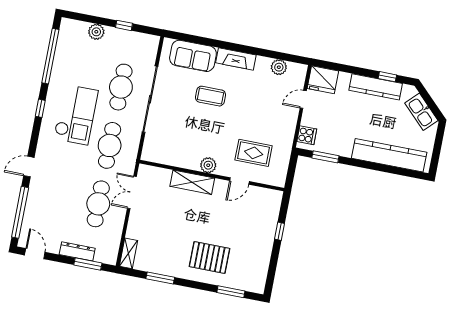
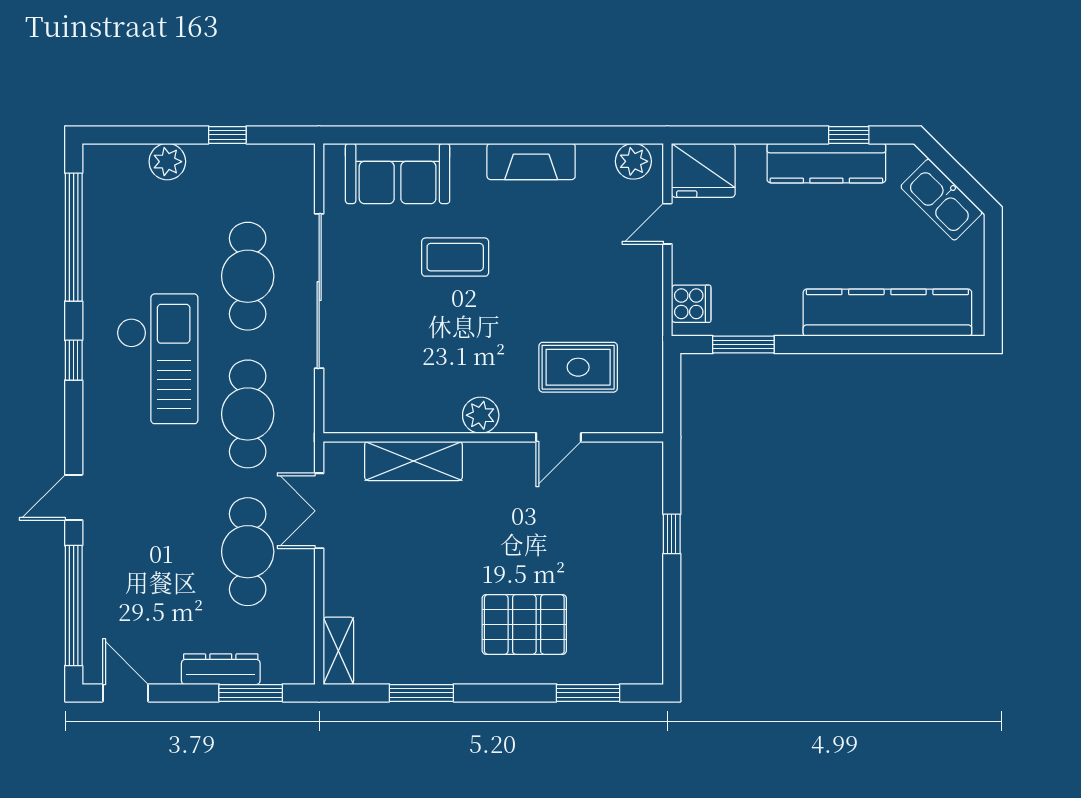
fireplace: (236, 59) -> (531, 161), moved
plant: (279, 67) -> (633, 161), moved
shelving: (192, 182) -> (413, 461), moved

